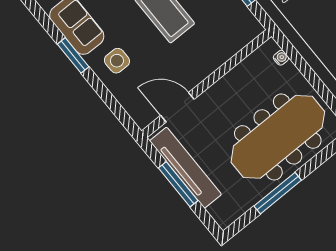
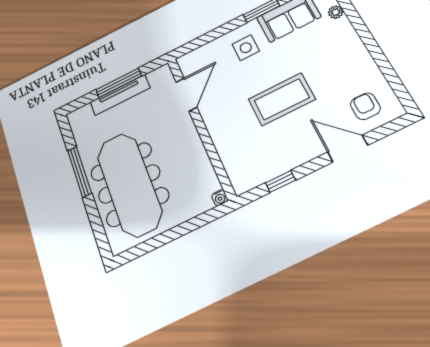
water cooler: (281, 58) -> (220, 198), moved
tv unit: (185, 168) -> (120, 95), width x0.73, depth x0.78

